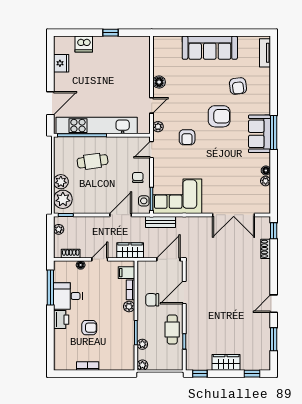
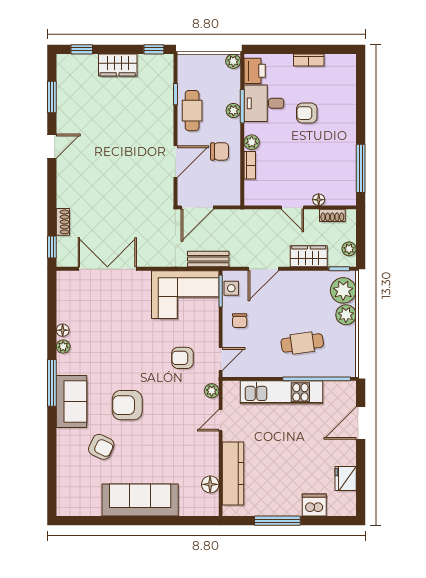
window: (111, 33) -> (277, 521), width x2.17
tv unit: (265, 53) -> (64, 493), removed
kitchen counter: (143, 67) -> (233, 474), added
floor lamp: (159, 82) -> (210, 484), moved
armchair: (238, 86) -> (101, 447), turned 122
kitchen unit: (97, 126) -> (282, 392), width x0.73
sofa: (259, 134) -> (71, 402), moved
armchair: (187, 137) -> (182, 358), moved, turned -90
plant: (266, 181) -> (63, 347), moved
wardrobe: (130, 250) -> (309, 256), moved, turned 180
door: (100, 259) -> (292, 207), hinge flipped
filing cabinet: (126, 273) -> (255, 189), removed
desk: (68, 296) -> (264, 103), moved, turned 180
printer: (61, 320) -> (255, 71), moved, turned 180
plant: (142, 344) -> (233, 110), moved

